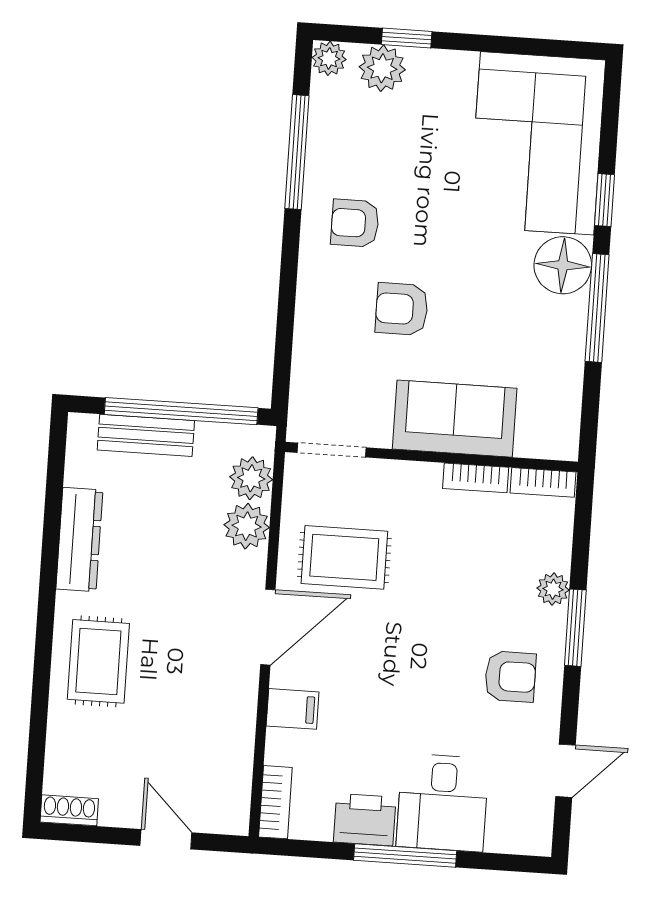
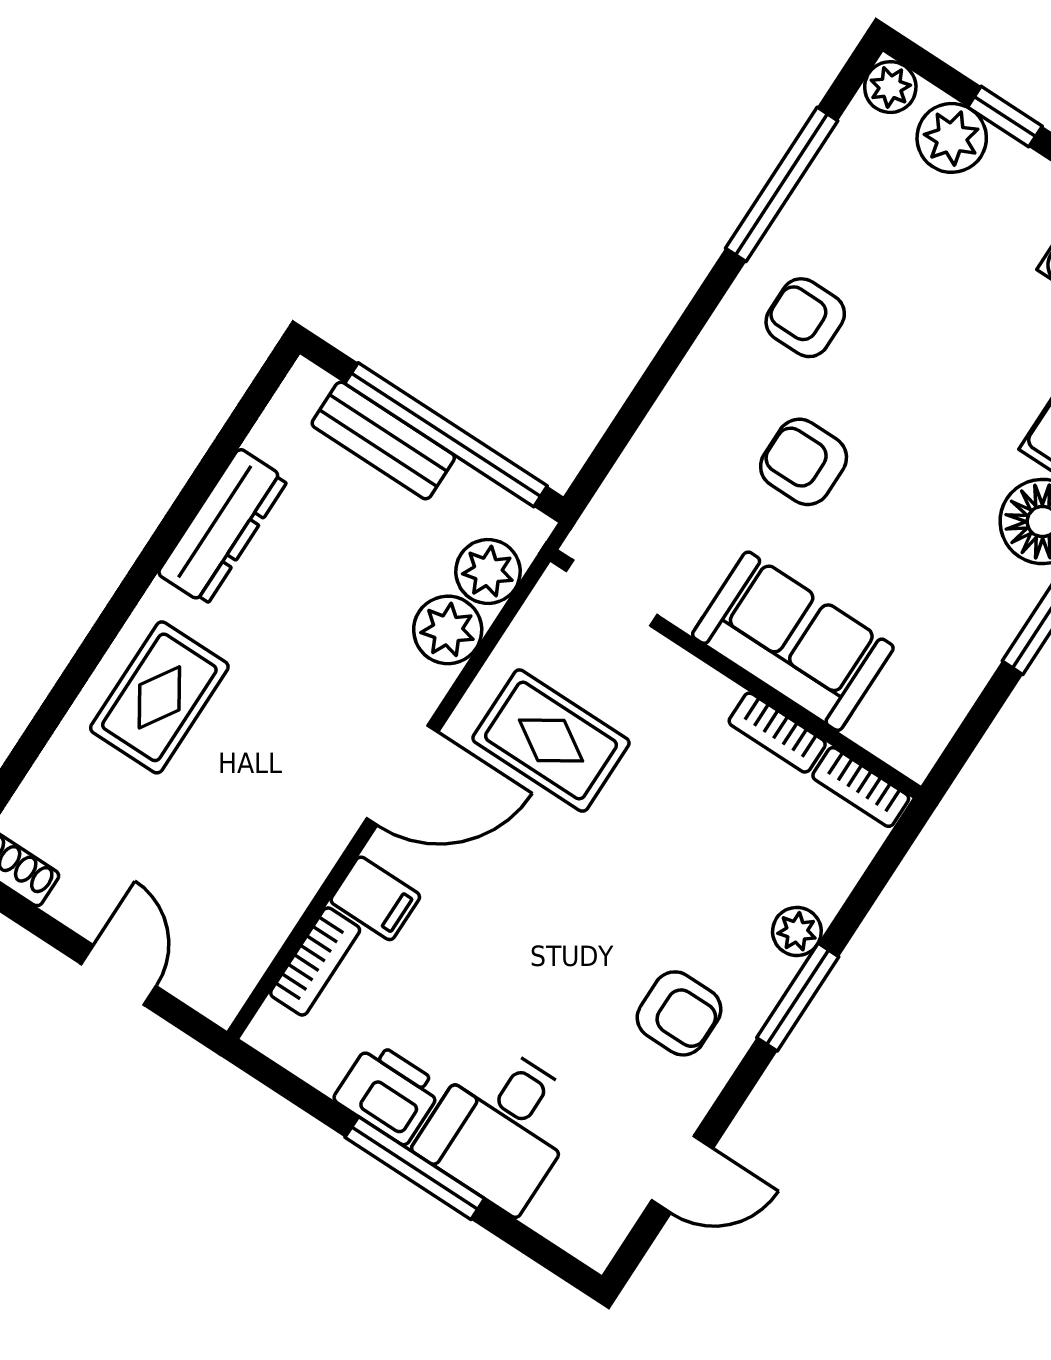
bookcase: (275, 802) -> (315, 961), moved

